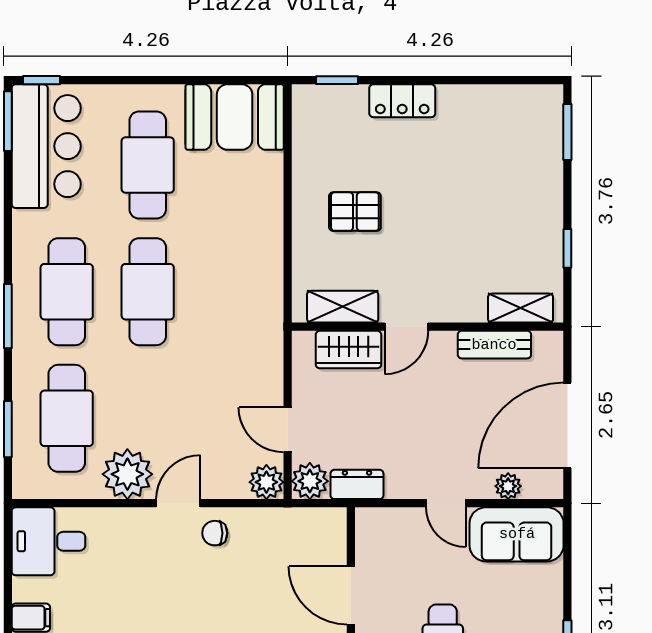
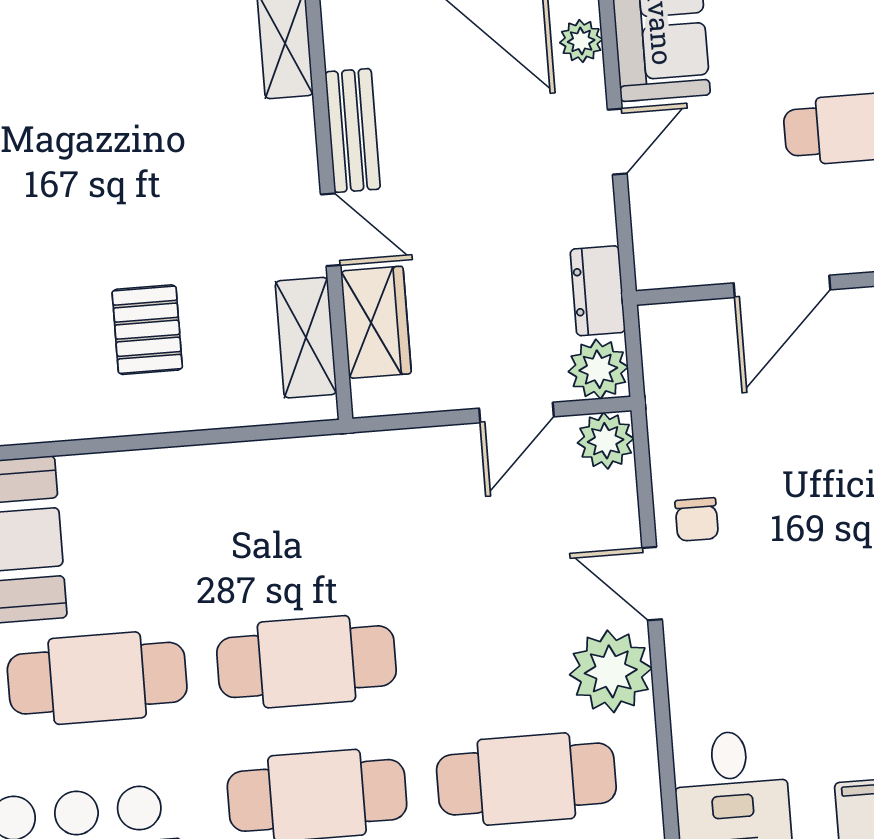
bench: (494, 345) -> (353, 130), moved

